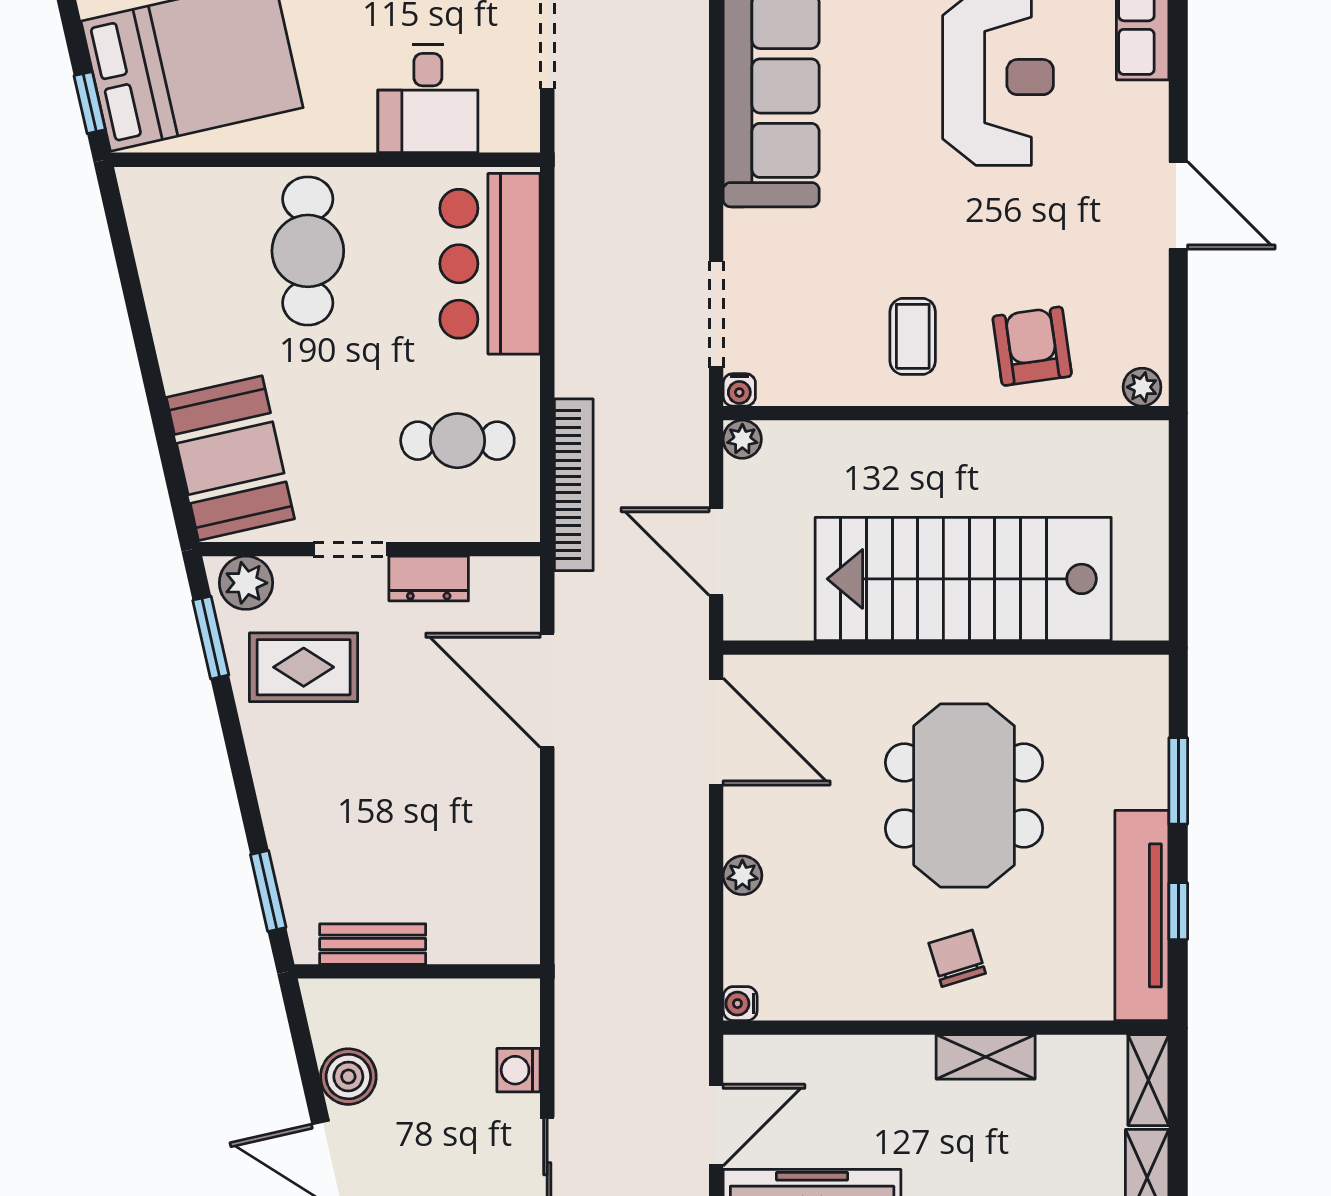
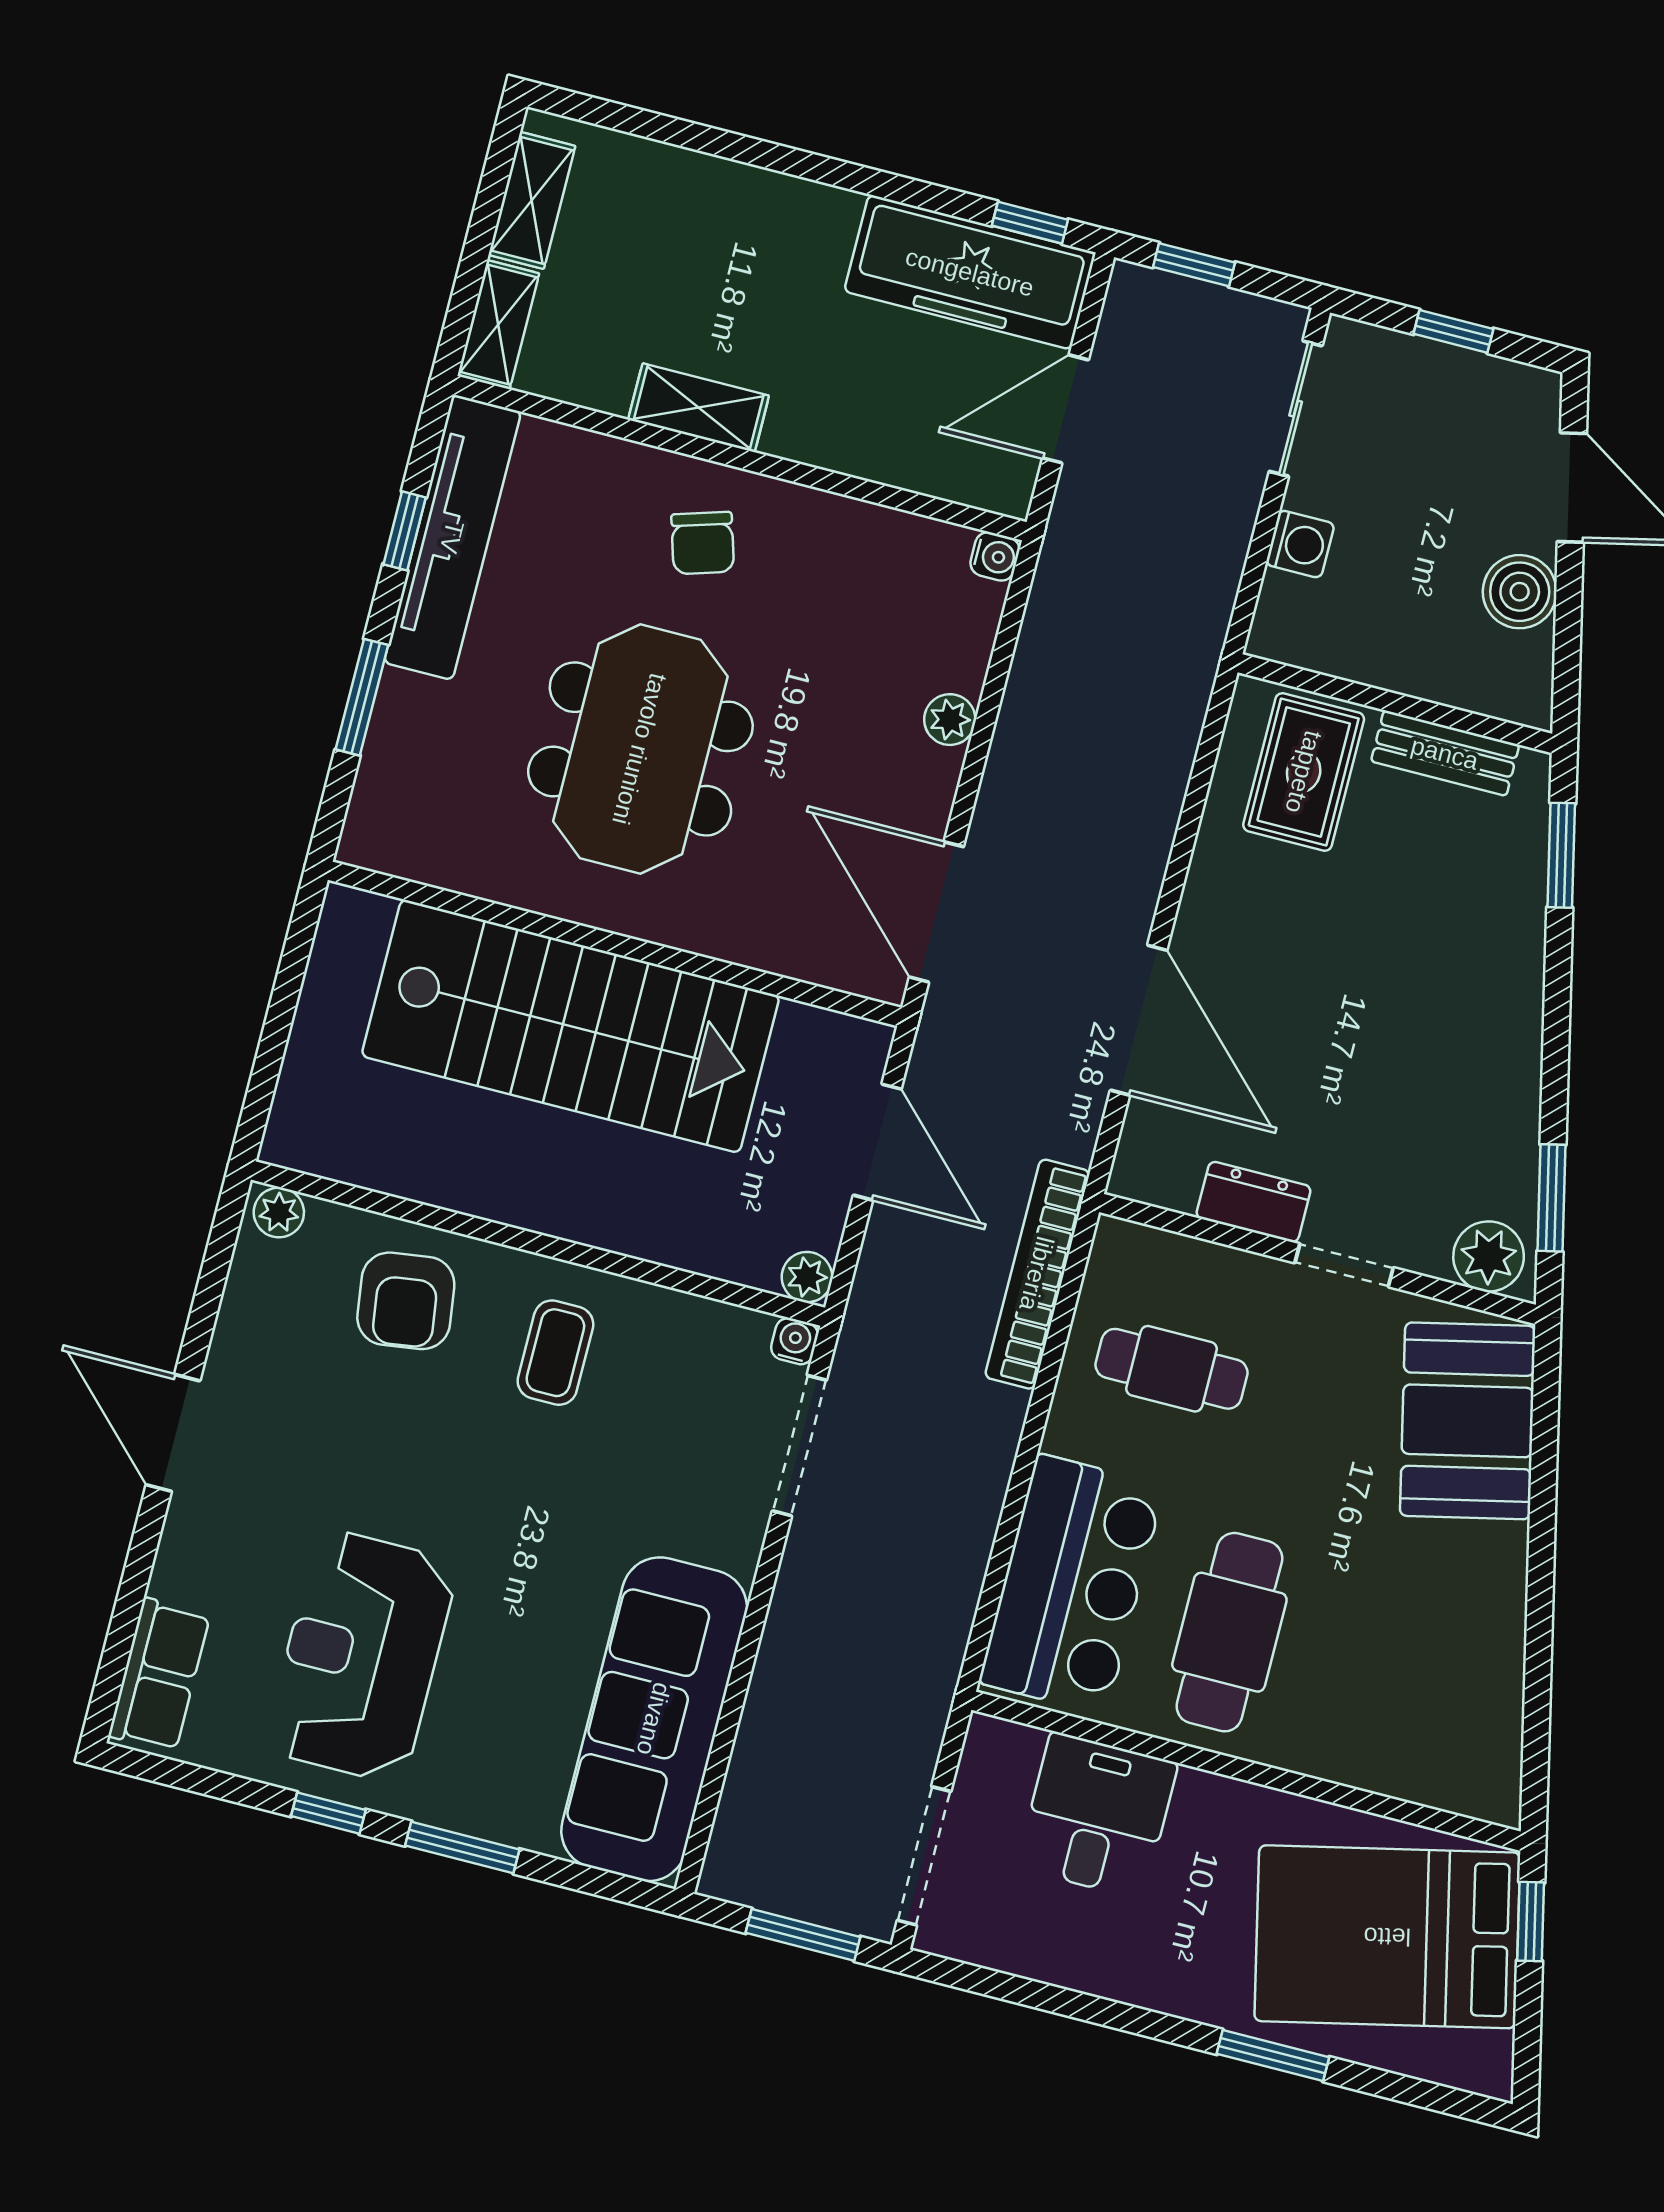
cafe table: (308, 251) -> (1229, 1632), moved
rug: (304, 667) -> (1304, 772), moved, turned 90

